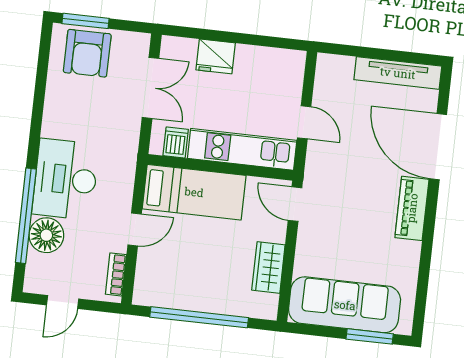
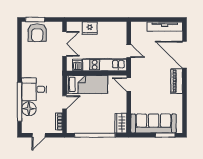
desk: (65, 179) -> (34, 89), width x0.73
wardrobe: (268, 267) -> (121, 123), moved

